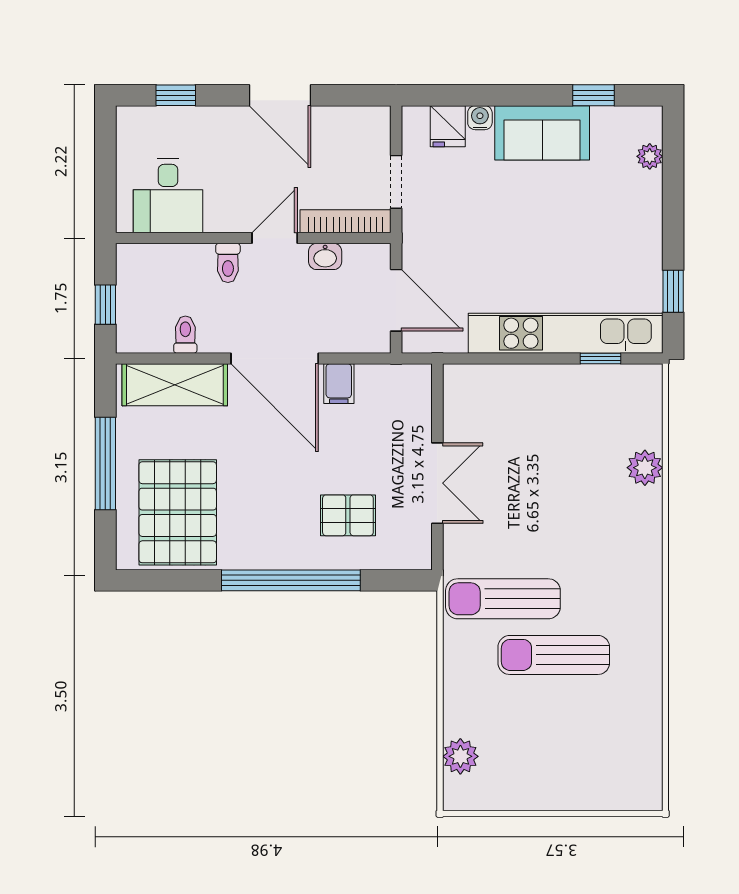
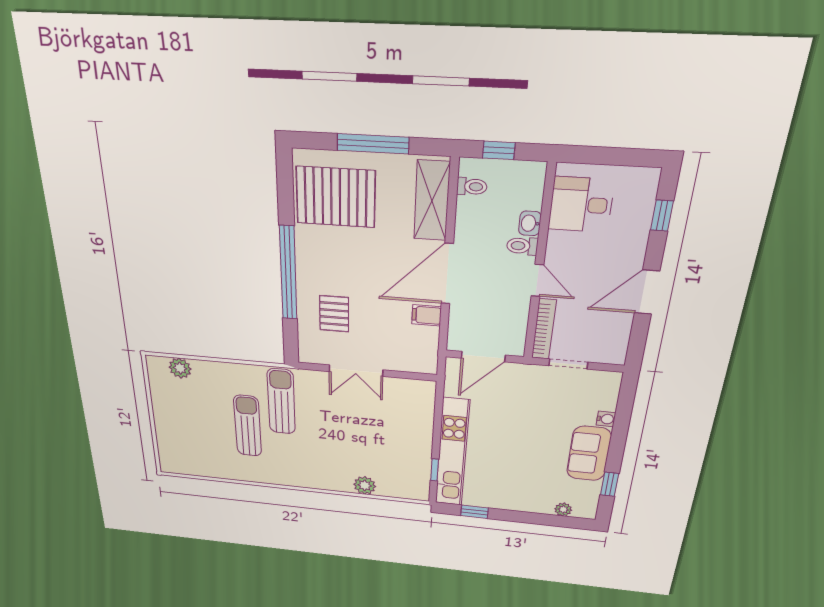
fridge: (448, 126) -> (603, 399), removed
washbasin: (325, 256) -> (530, 223), moved
toilet: (185, 335) -> (472, 187), moved

